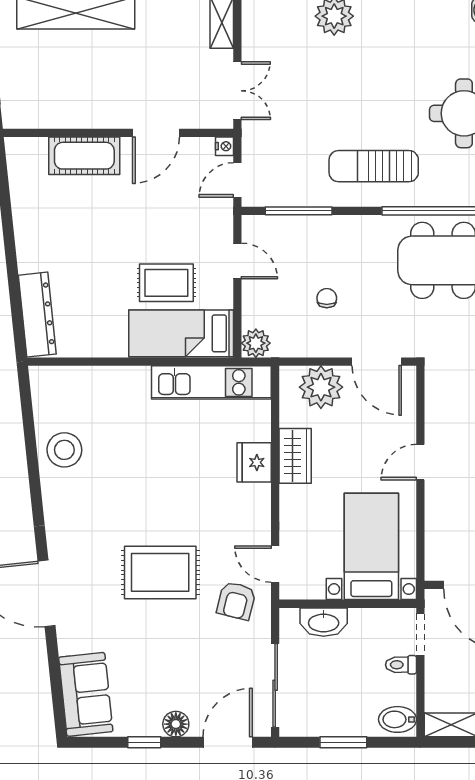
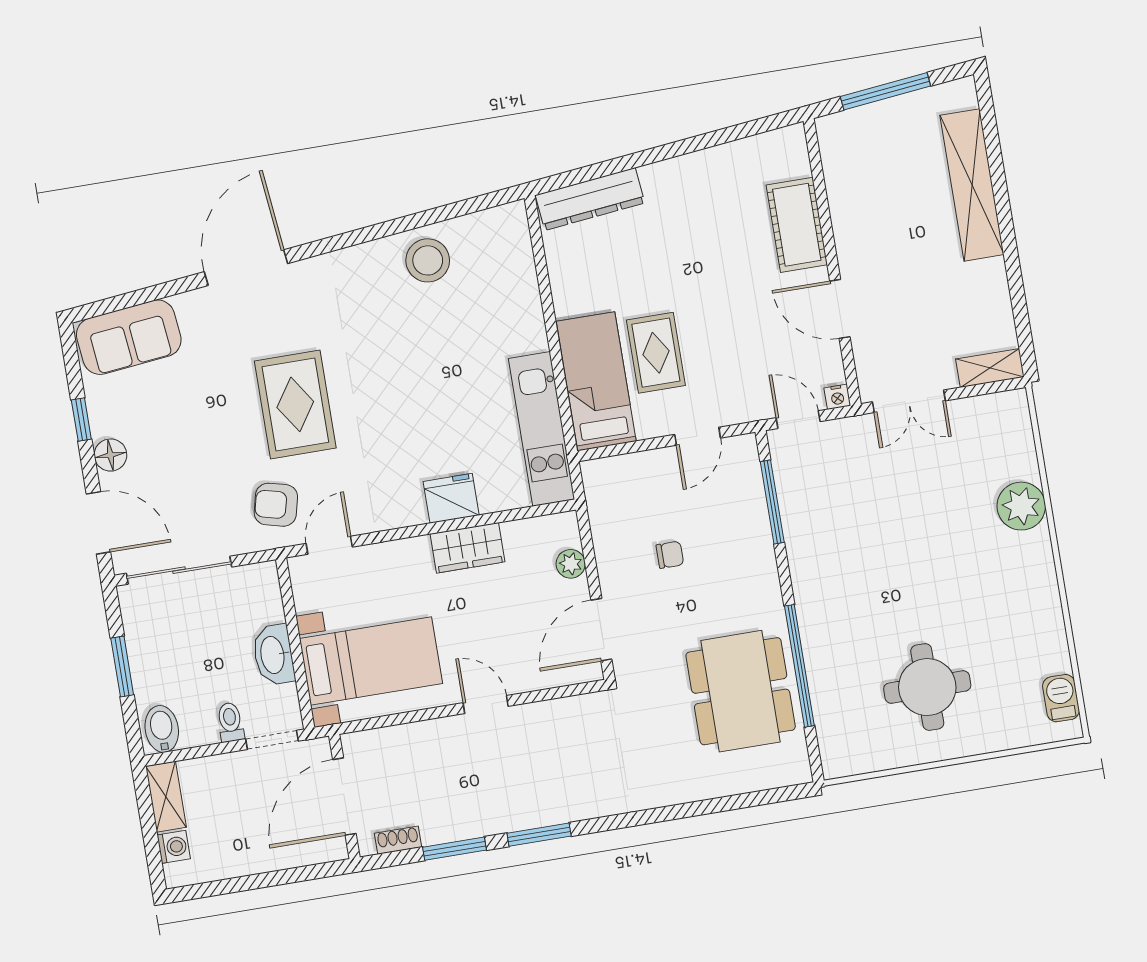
sun lounger: (374, 166) -> (843, 586), removed
plant: (256, 343) -> (599, 476), removed
plant: (321, 387) -> (571, 564), width x0.53, depth x0.53
washbasin: (324, 622) -> (273, 655), moved

